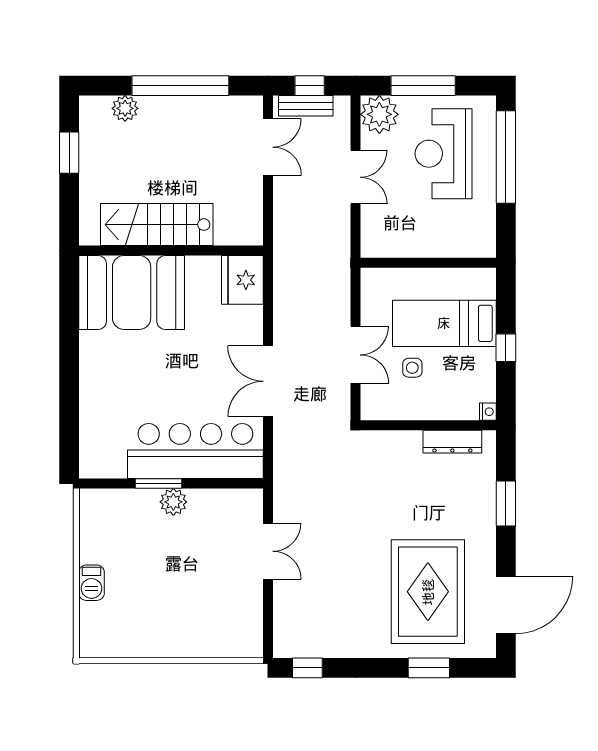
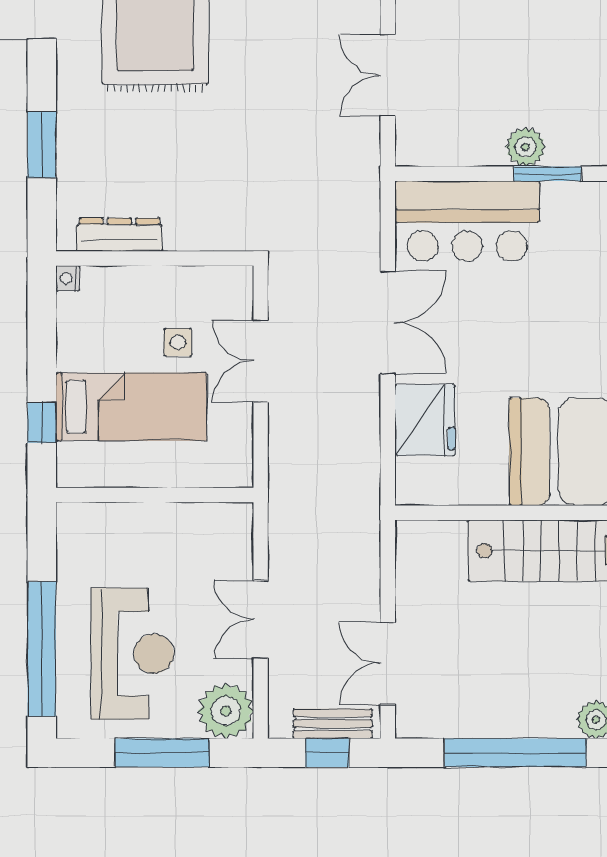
fridge: (242, 280) -> (425, 420), moved
window: (506, 348) -> (42, 422), moved
bar counter: (195, 451) -> (467, 221), width x0.73

